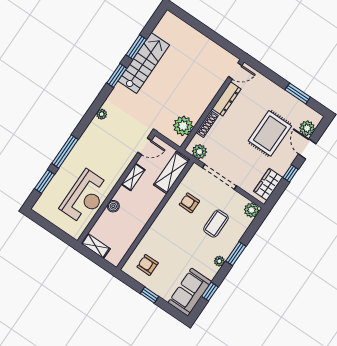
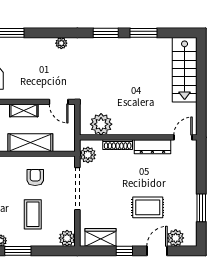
stairs: (144, 63) -> (185, 70), moved, turned 90
door: (235, 71) -> (183, 137), swing flipped
rug: (270, 133) -> (148, 207), width x0.73, depth x0.70
shelving: (172, 173) -> (30, 143), moved
coffee table: (216, 224) -> (33, 214), turned 90

